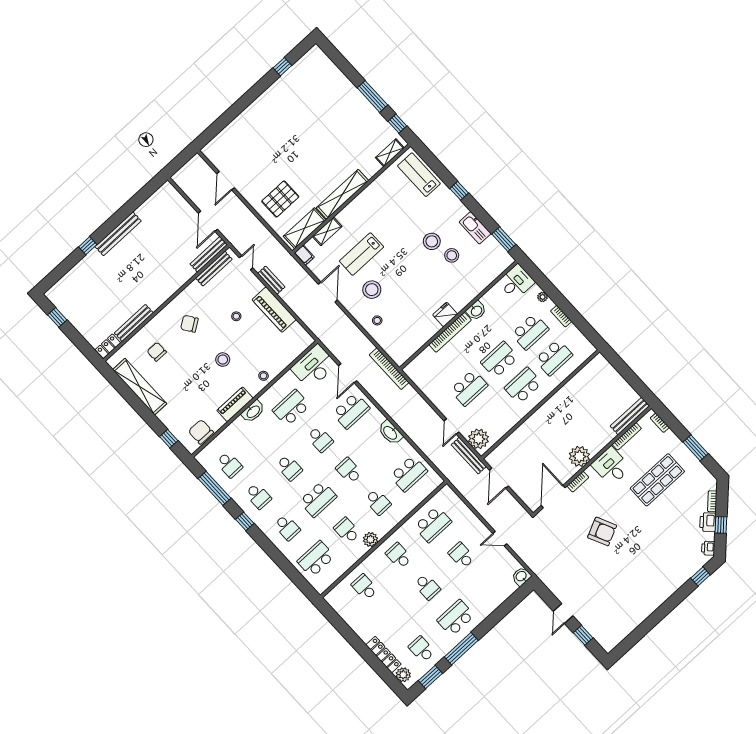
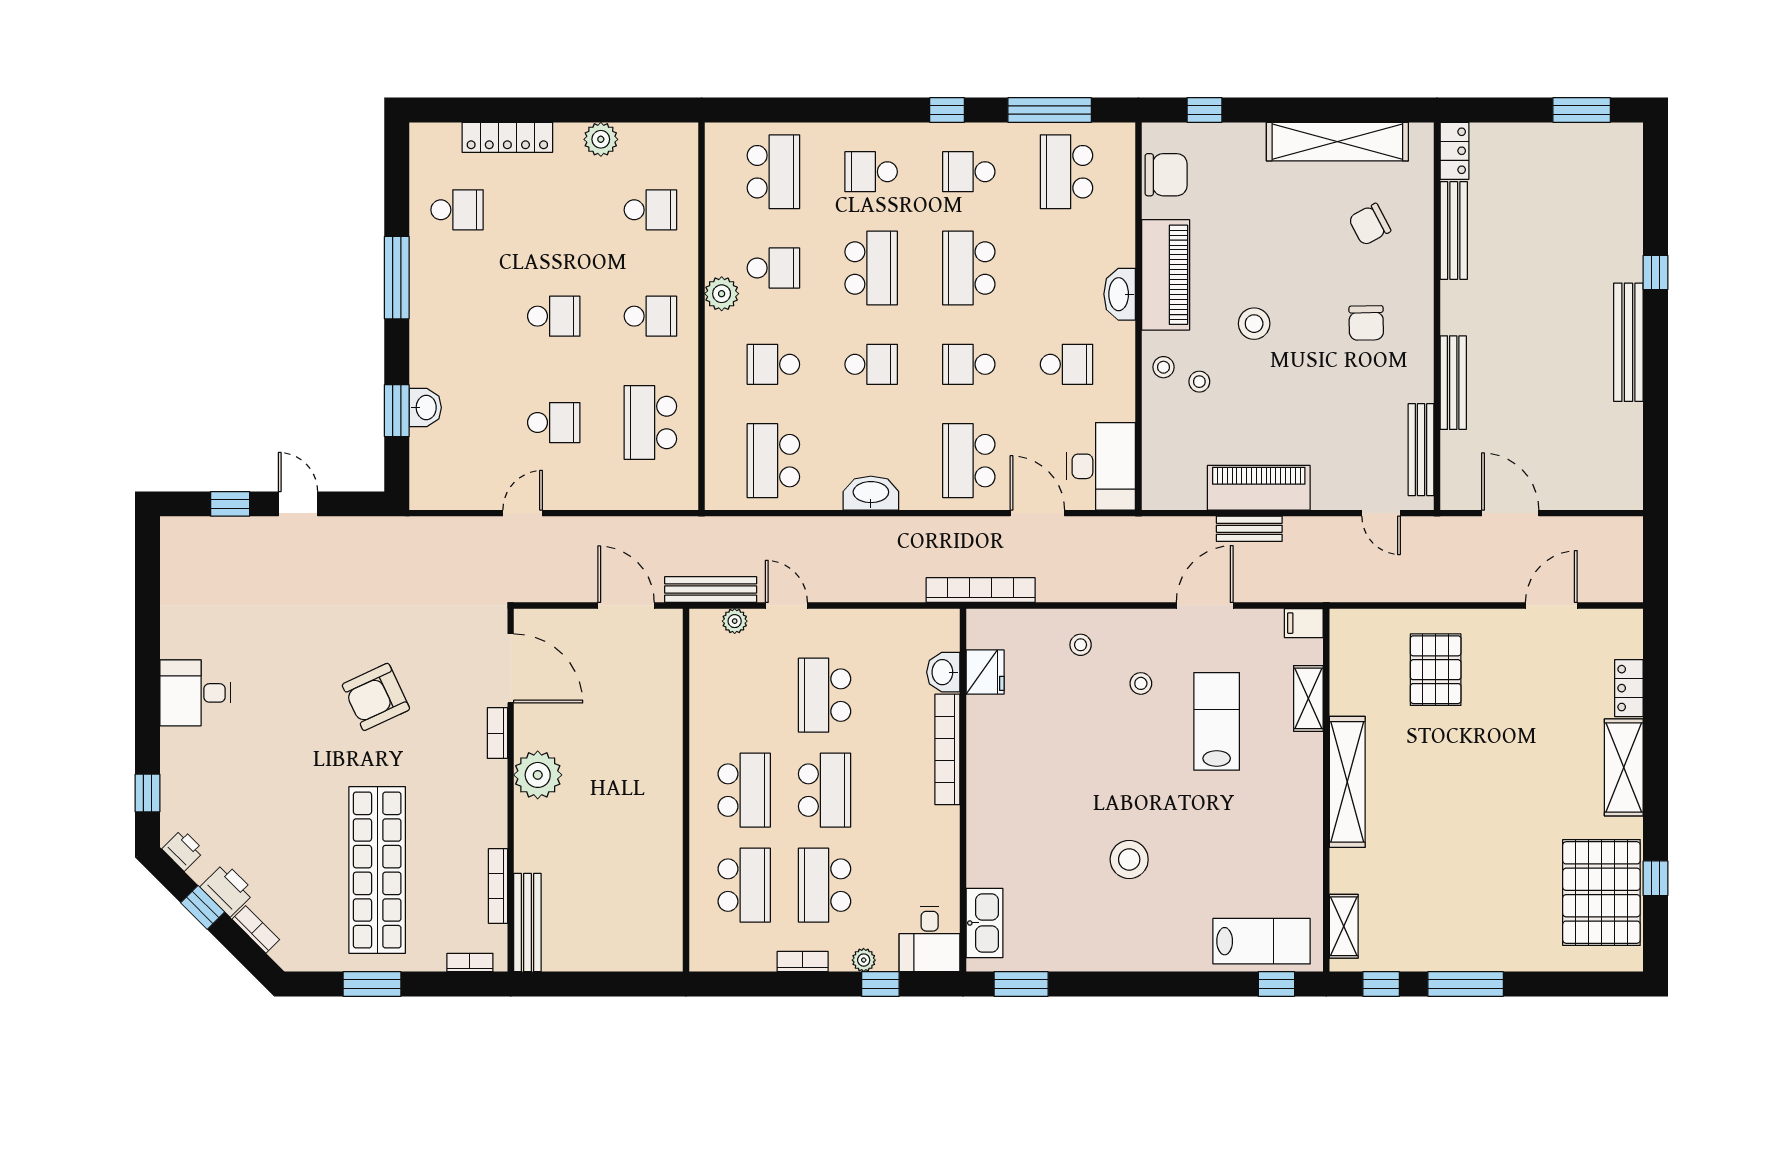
pallet: (303, 80) -> (1601, 893), added
locker: (229, 131) -> (1629, 688), added
door: (225, 181) -> (1551, 605), hinge flipped
window: (459, 191) -> (1276, 984), moved
shelving: (305, 228) -> (1624, 767), moved
kitchen sink: (475, 228) -> (984, 923), moved, turned 90
bench: (209, 254) -> (1453, 383), moved
stool: (452, 255) -> (1075, 871), removed
bench: (271, 280) -> (1249, 529), moved
window: (545, 285) -> (880, 984), added
stool: (372, 290) -> (1141, 683), width x0.53, depth x0.53
door: (328, 292) -> (1205, 605), swing flipped
washbasin: (476, 311) -> (943, 672), moved
fridge: (445, 315) -> (985, 672), moved
stool: (236, 316) -> (1199, 382), moved
window: (57, 317) -> (1582, 110), width x1.50
chair: (189, 324) -> (1366, 323), turned 123
chair: (157, 352) -> (1370, 224), turned 152
school desk: (554, 357) -> (744, 885), turned 180
piano: (235, 404) -> (1166, 275), width x1.37, depth x1.33
school desk: (291, 408) -> (1067, 364), width x0.54
plant: (479, 439) -> (735, 621), width x0.53, depth x0.53
school desk: (229, 465) -> (1067, 172), width x1.85
desk: (611, 466) -> (195, 693), moved, turned 180
school desk: (289, 468) -> (969, 268), width x1.85
shop shelf: (657, 480) -> (377, 870), width x1.40
school desk: (318, 499) -> (871, 268), turned 180
washbasin: (521, 576) -> (425, 408), moved
school desk: (427, 587) -> (554, 316), turned 180
school desk: (456, 618) -> (457, 316), removed
plant: (403, 675) -> (601, 139), moved
window: (430, 677) -> (397, 411), moved

